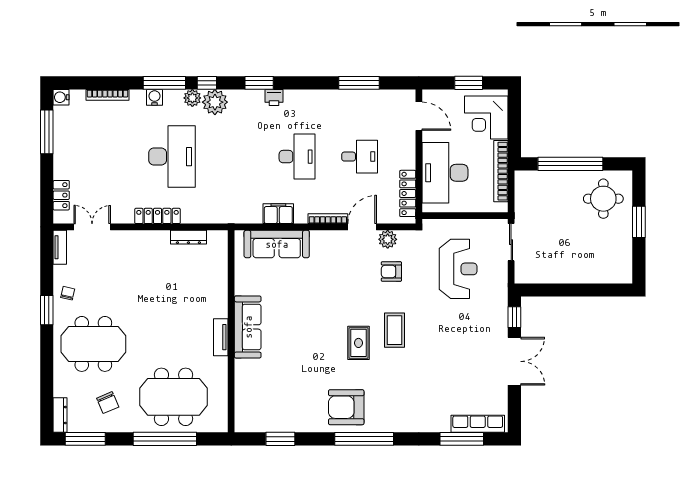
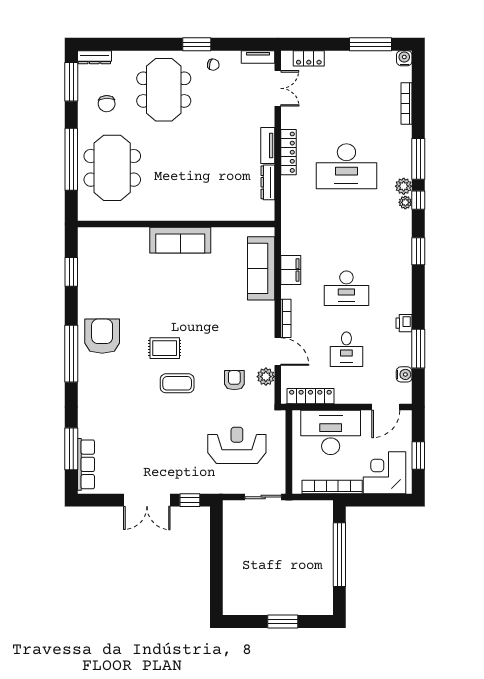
water cooler: (154, 97) -> (404, 374), moved
printer: (274, 97) -> (404, 323), moved
plant: (215, 102) -> (405, 202), width x0.53, depth x0.53
round table: (603, 199) -> (305, 587), removed
reception desk: (458, 269) -> (237, 445), turned 180
tv unit: (221, 337) -> (268, 145), moved, turned -90
chair: (108, 403) -> (107, 104), turned -69

